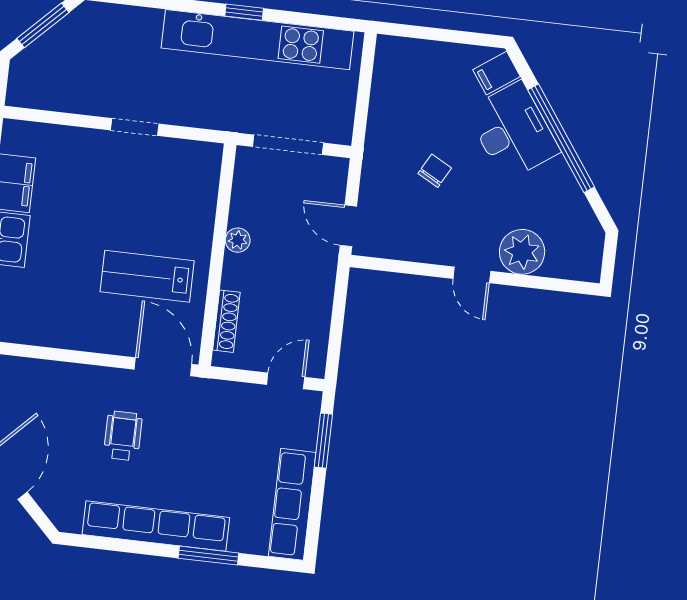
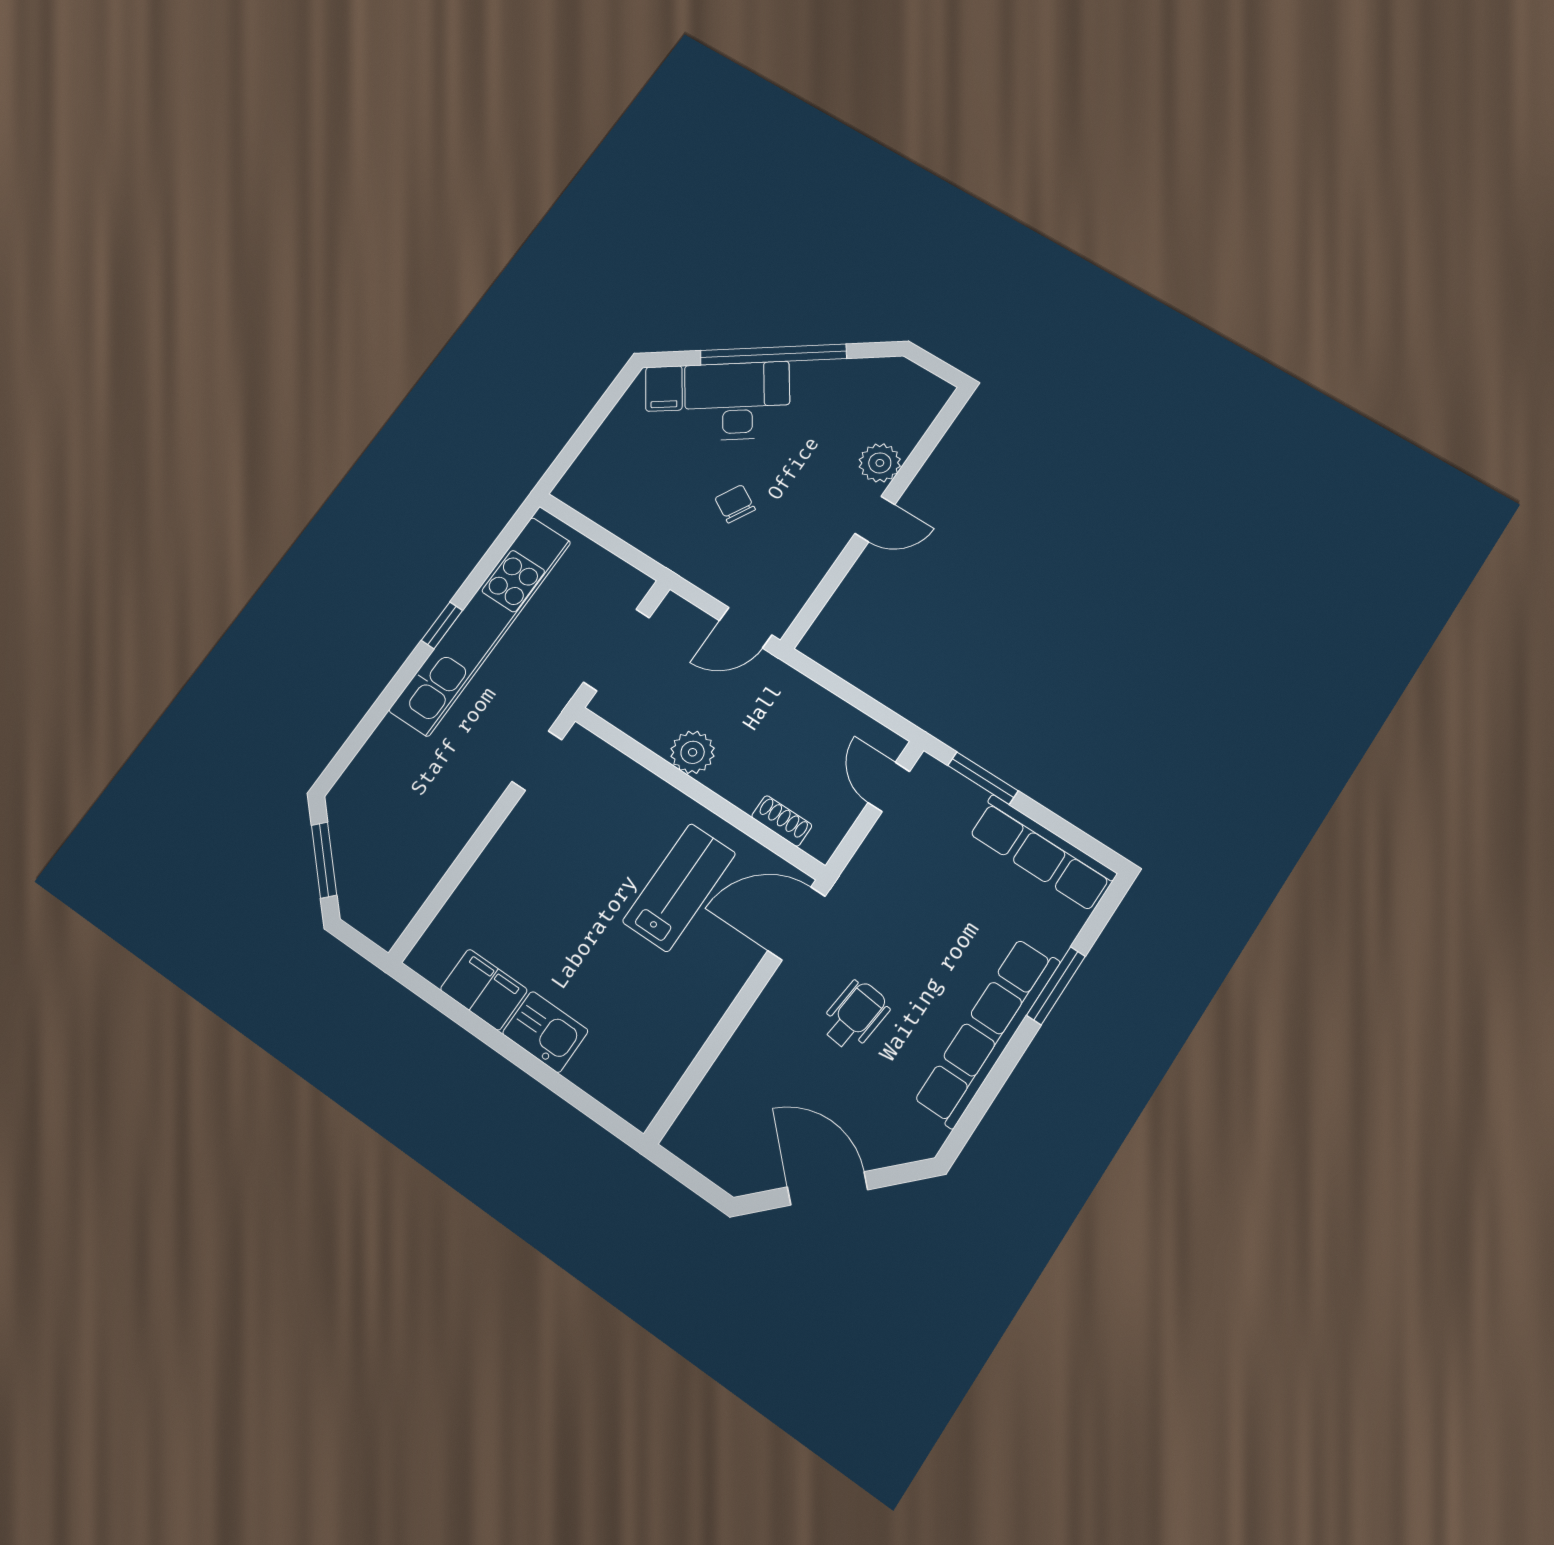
doorway: (135, 127) -> (537, 761), moved
plant: (238, 240) -> (693, 752), width x1.38, depth x1.38
plant: (522, 252) -> (880, 463), width x0.73, depth x0.73
lab bench: (147, 276) -> (679, 887), turned 180
shoe rack: (226, 321) -> (782, 821), width x0.70
wheelchair: (123, 436) -> (855, 1015), turned 96

